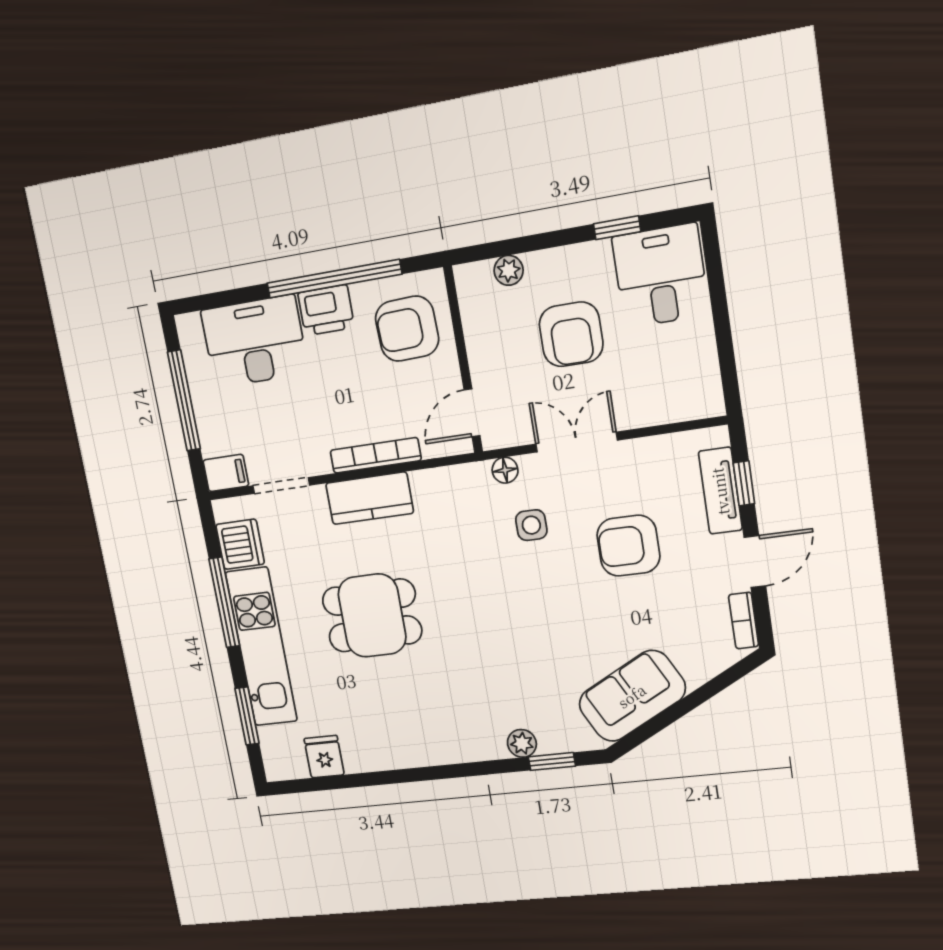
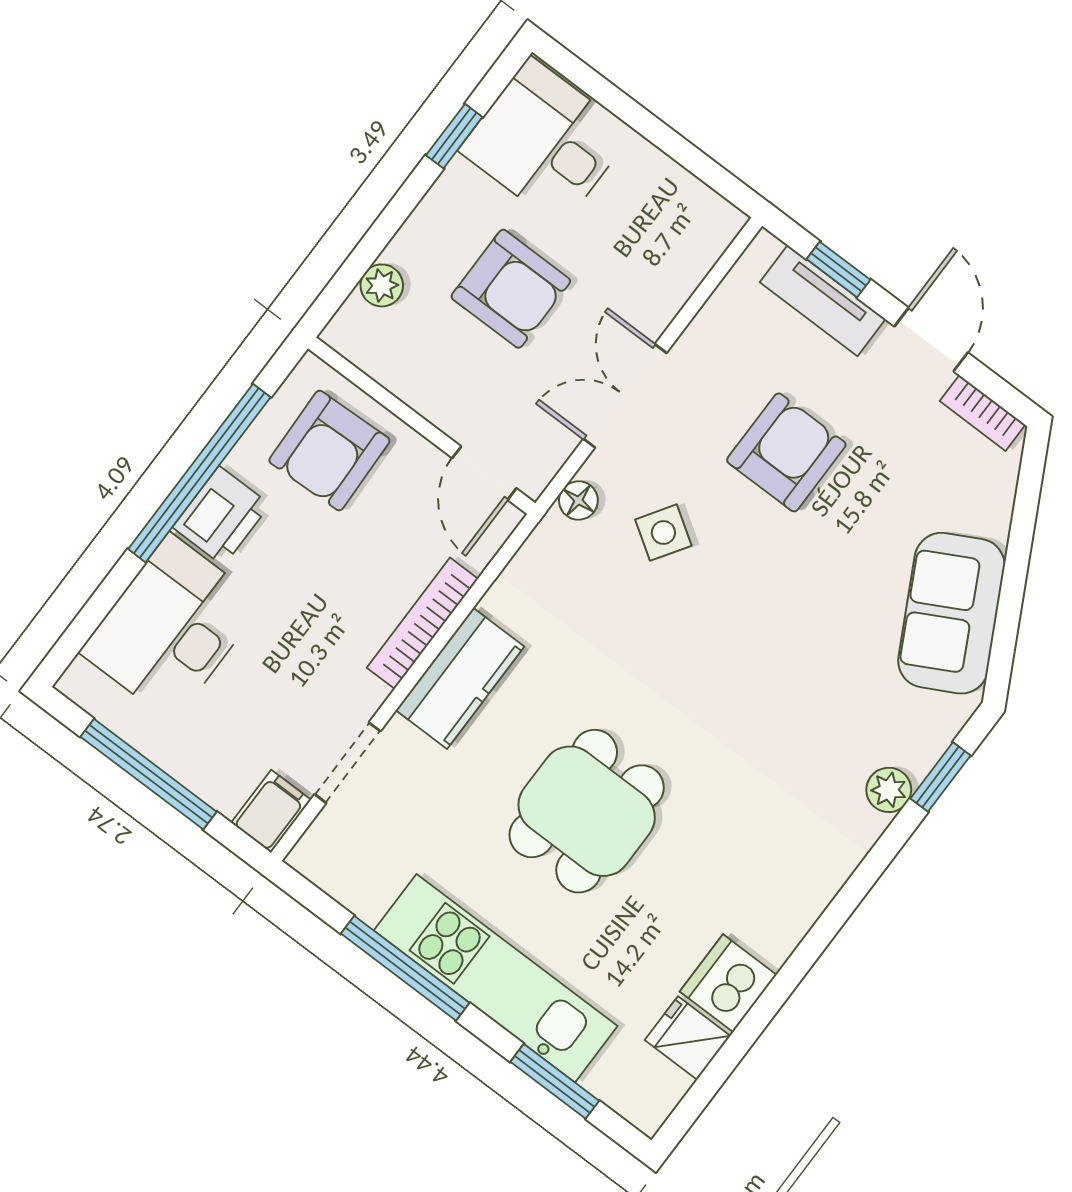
side table: (531, 525) -> (663, 533), turned 33
dishwasher: (240, 544) -> (728, 983), moved, turned -90
armchair: (628, 546) -> (786, 452), turned 180

